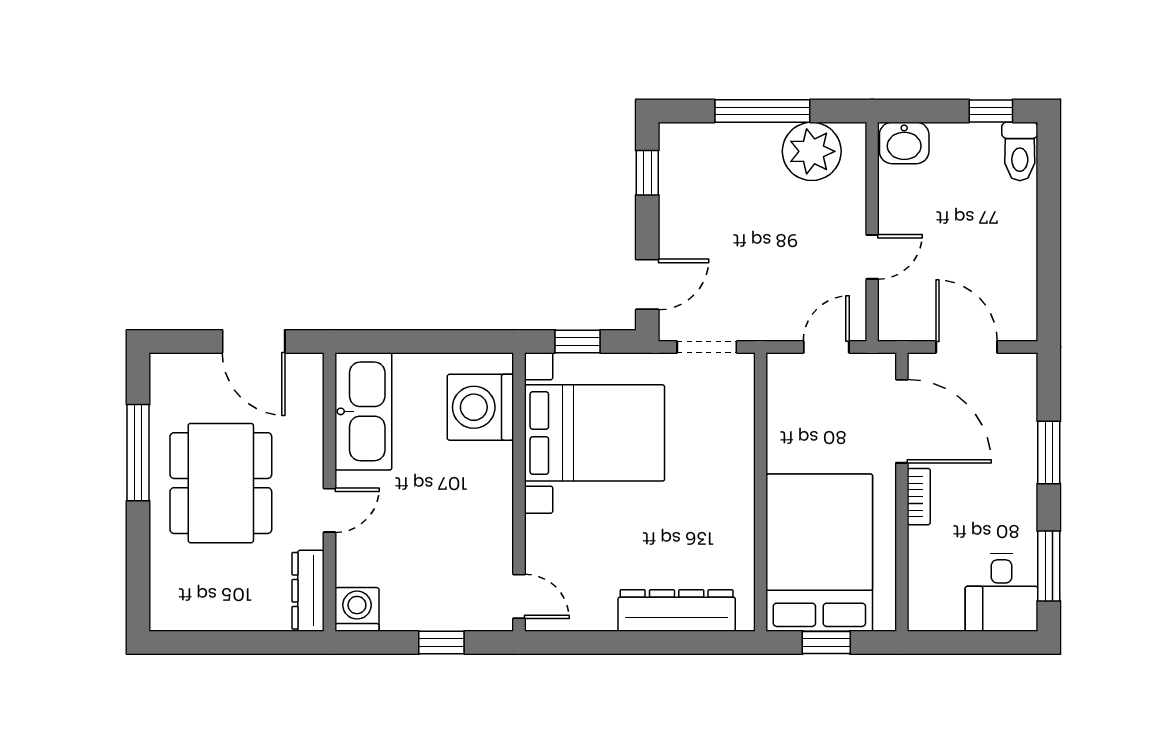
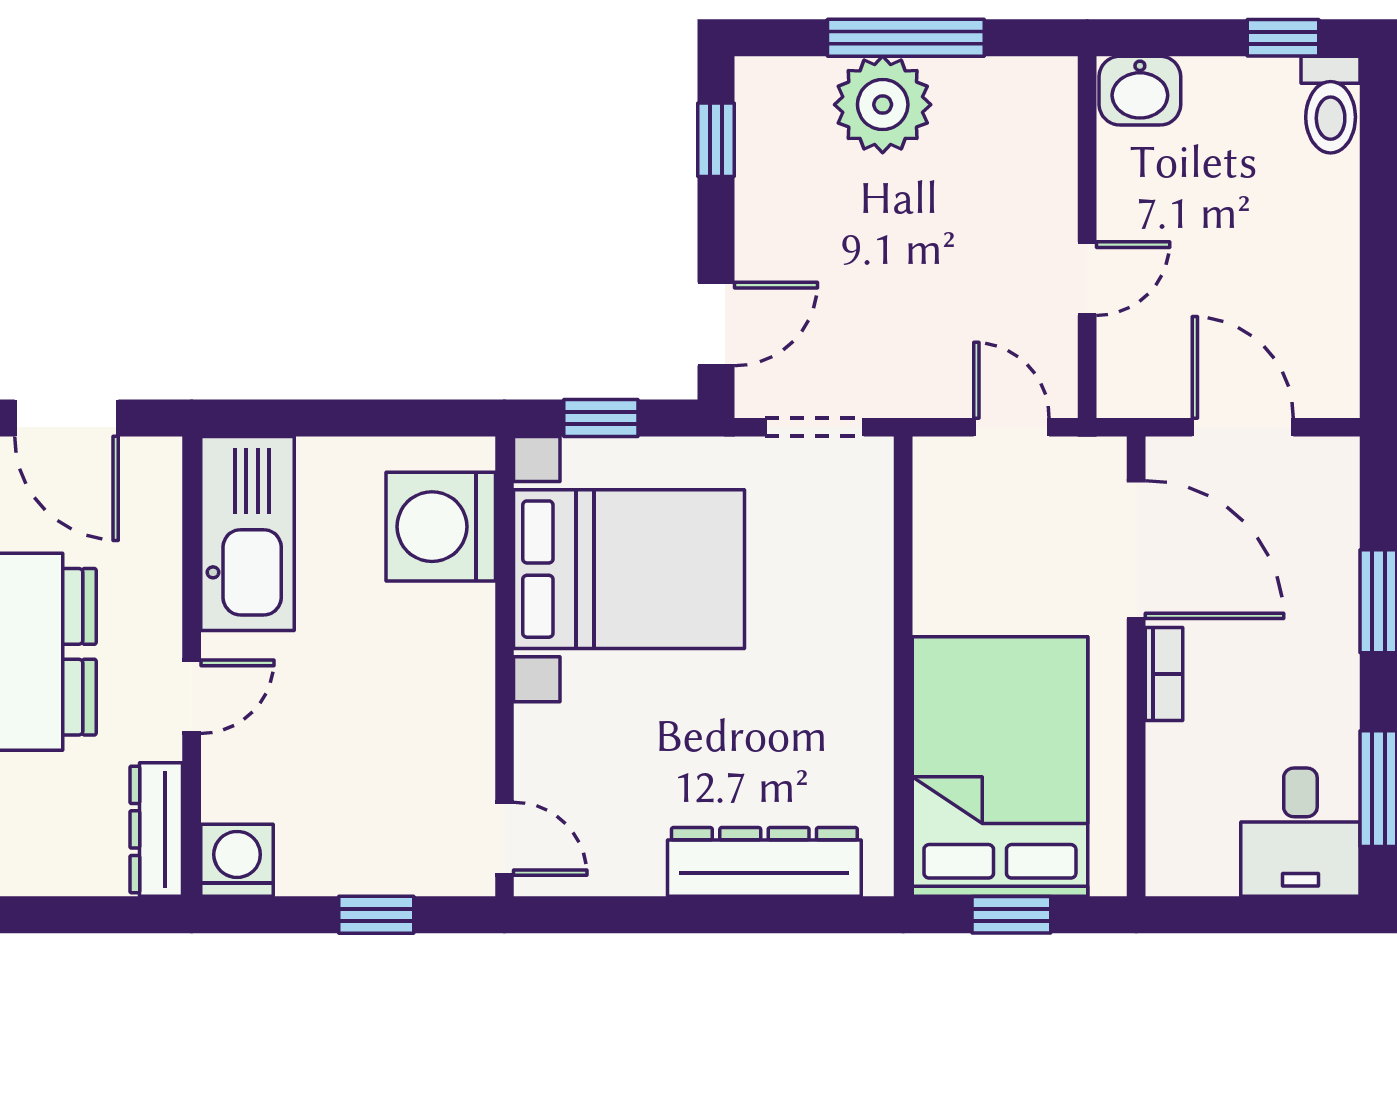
plant: (812, 151) -> (883, 105), moved
door: (826, 347) -> (1011, 427), hinge flipped

